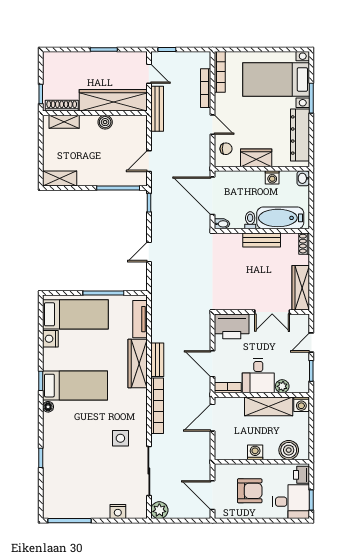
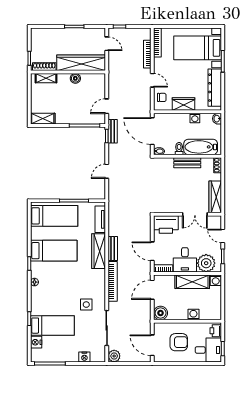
bench: (157, 109) -> (113, 131), moved, width x0.73
nightstand: (50, 339) -> (36, 342), moved
door: (311, 342) -> (223, 236), hinge flipped
bed: (75, 386) -> (54, 251), moved
plant: (282, 386) -> (206, 263), width x1.88, depth x1.88
boiler: (289, 450) -> (161, 313), moved
washing machine: (255, 452) -> (193, 315), moved
bed: (73, 468) -> (52, 326), added

